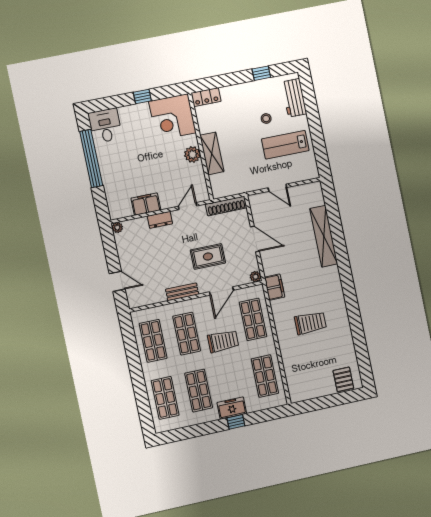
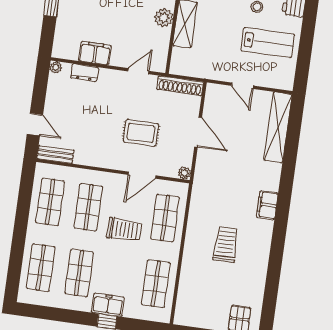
lab bench: (285, 145) -> (268, 42), turned 180
dresser: (160, 220) -> (84, 73), moved
shelving: (324, 236) -> (278, 127), moved
filing cabinet: (274, 287) -> (267, 205), moved, turned 180
bench: (182, 292) -> (55, 154), moved
trolley: (310, 323) -> (226, 244), turned -90

